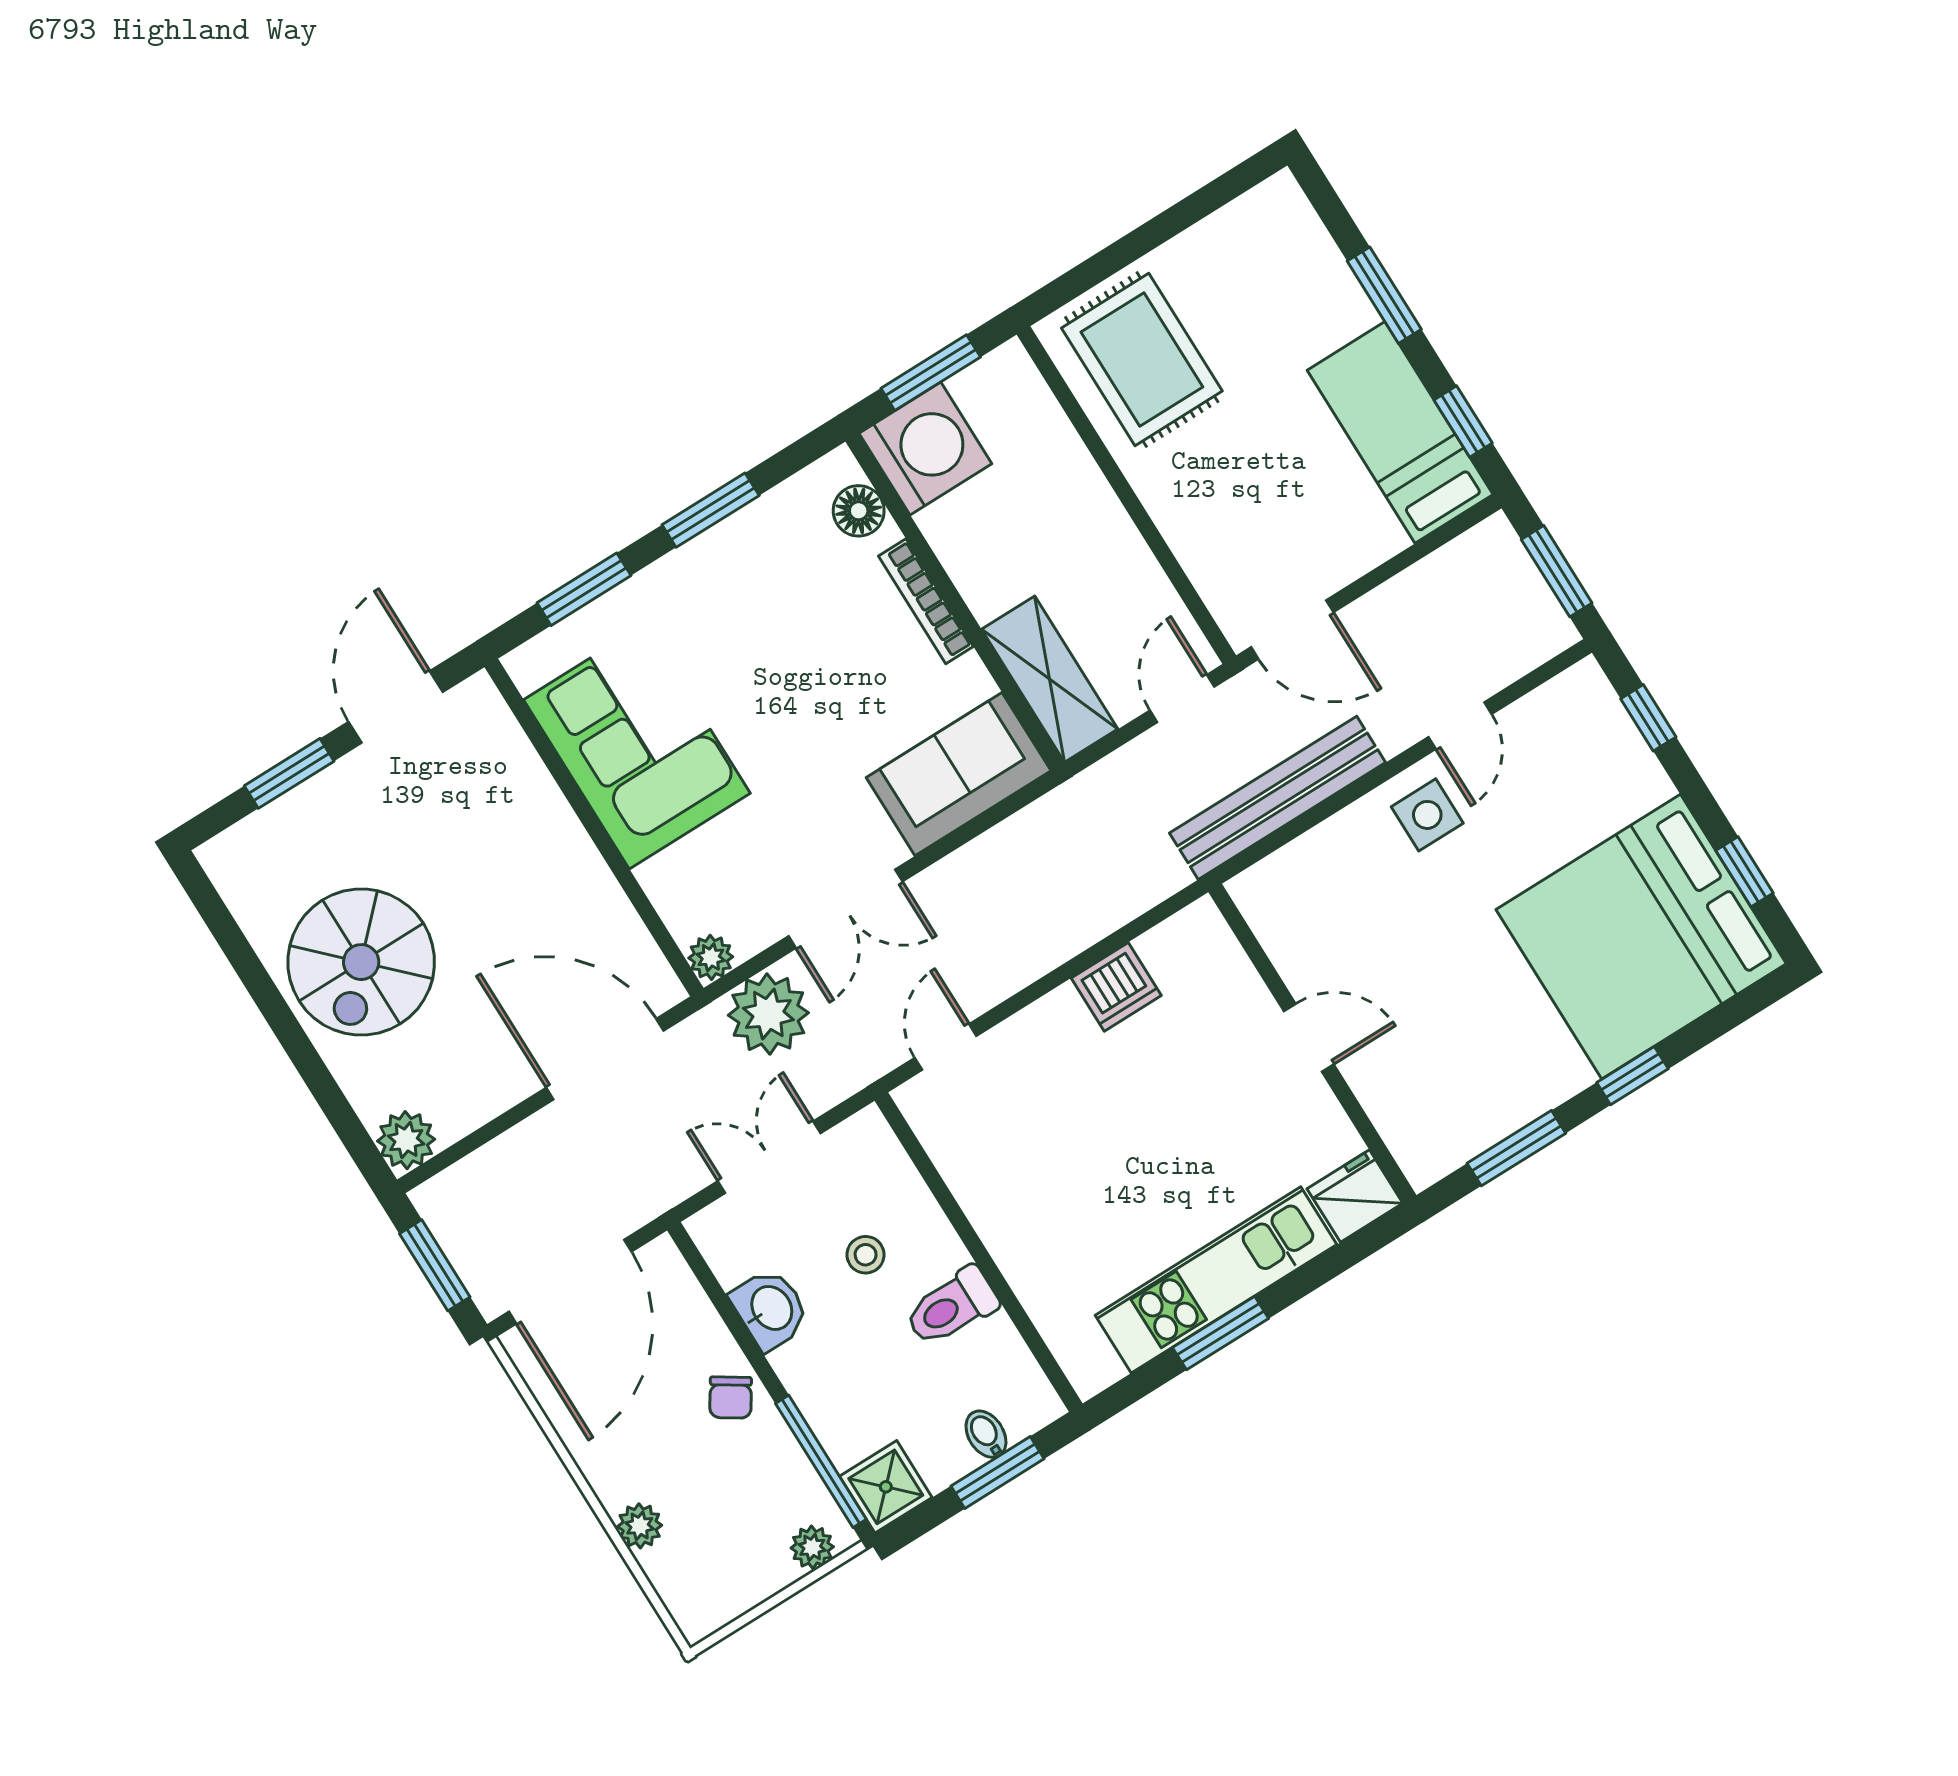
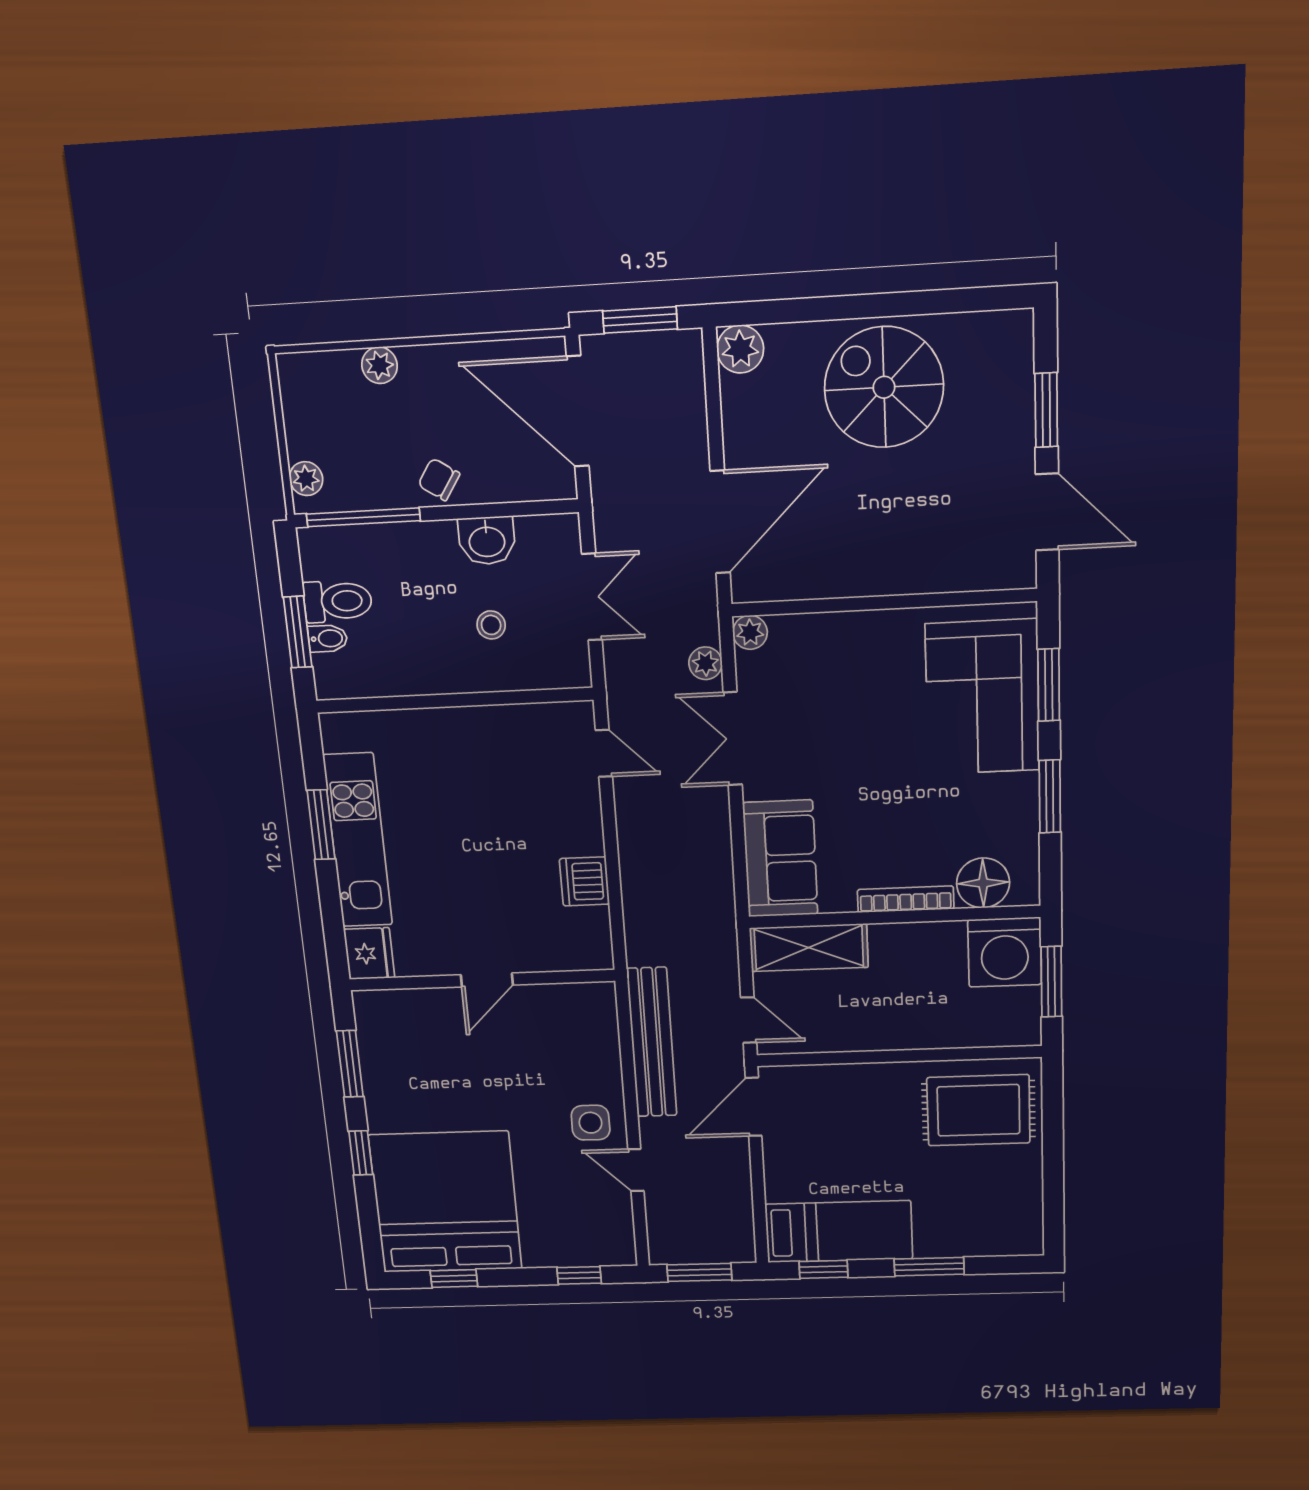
floor lamp: (859, 511) -> (983, 883), width x1.38, depth x1.38
corner sofa: (637, 746) -> (983, 697), moved, turned 90
plant: (768, 1014) -> (705, 663), width x0.53, depth x0.53
toilet: (951, 1307) -> (338, 601), moved, turned 90
shower: (886, 1487) -> (324, 552), removed

